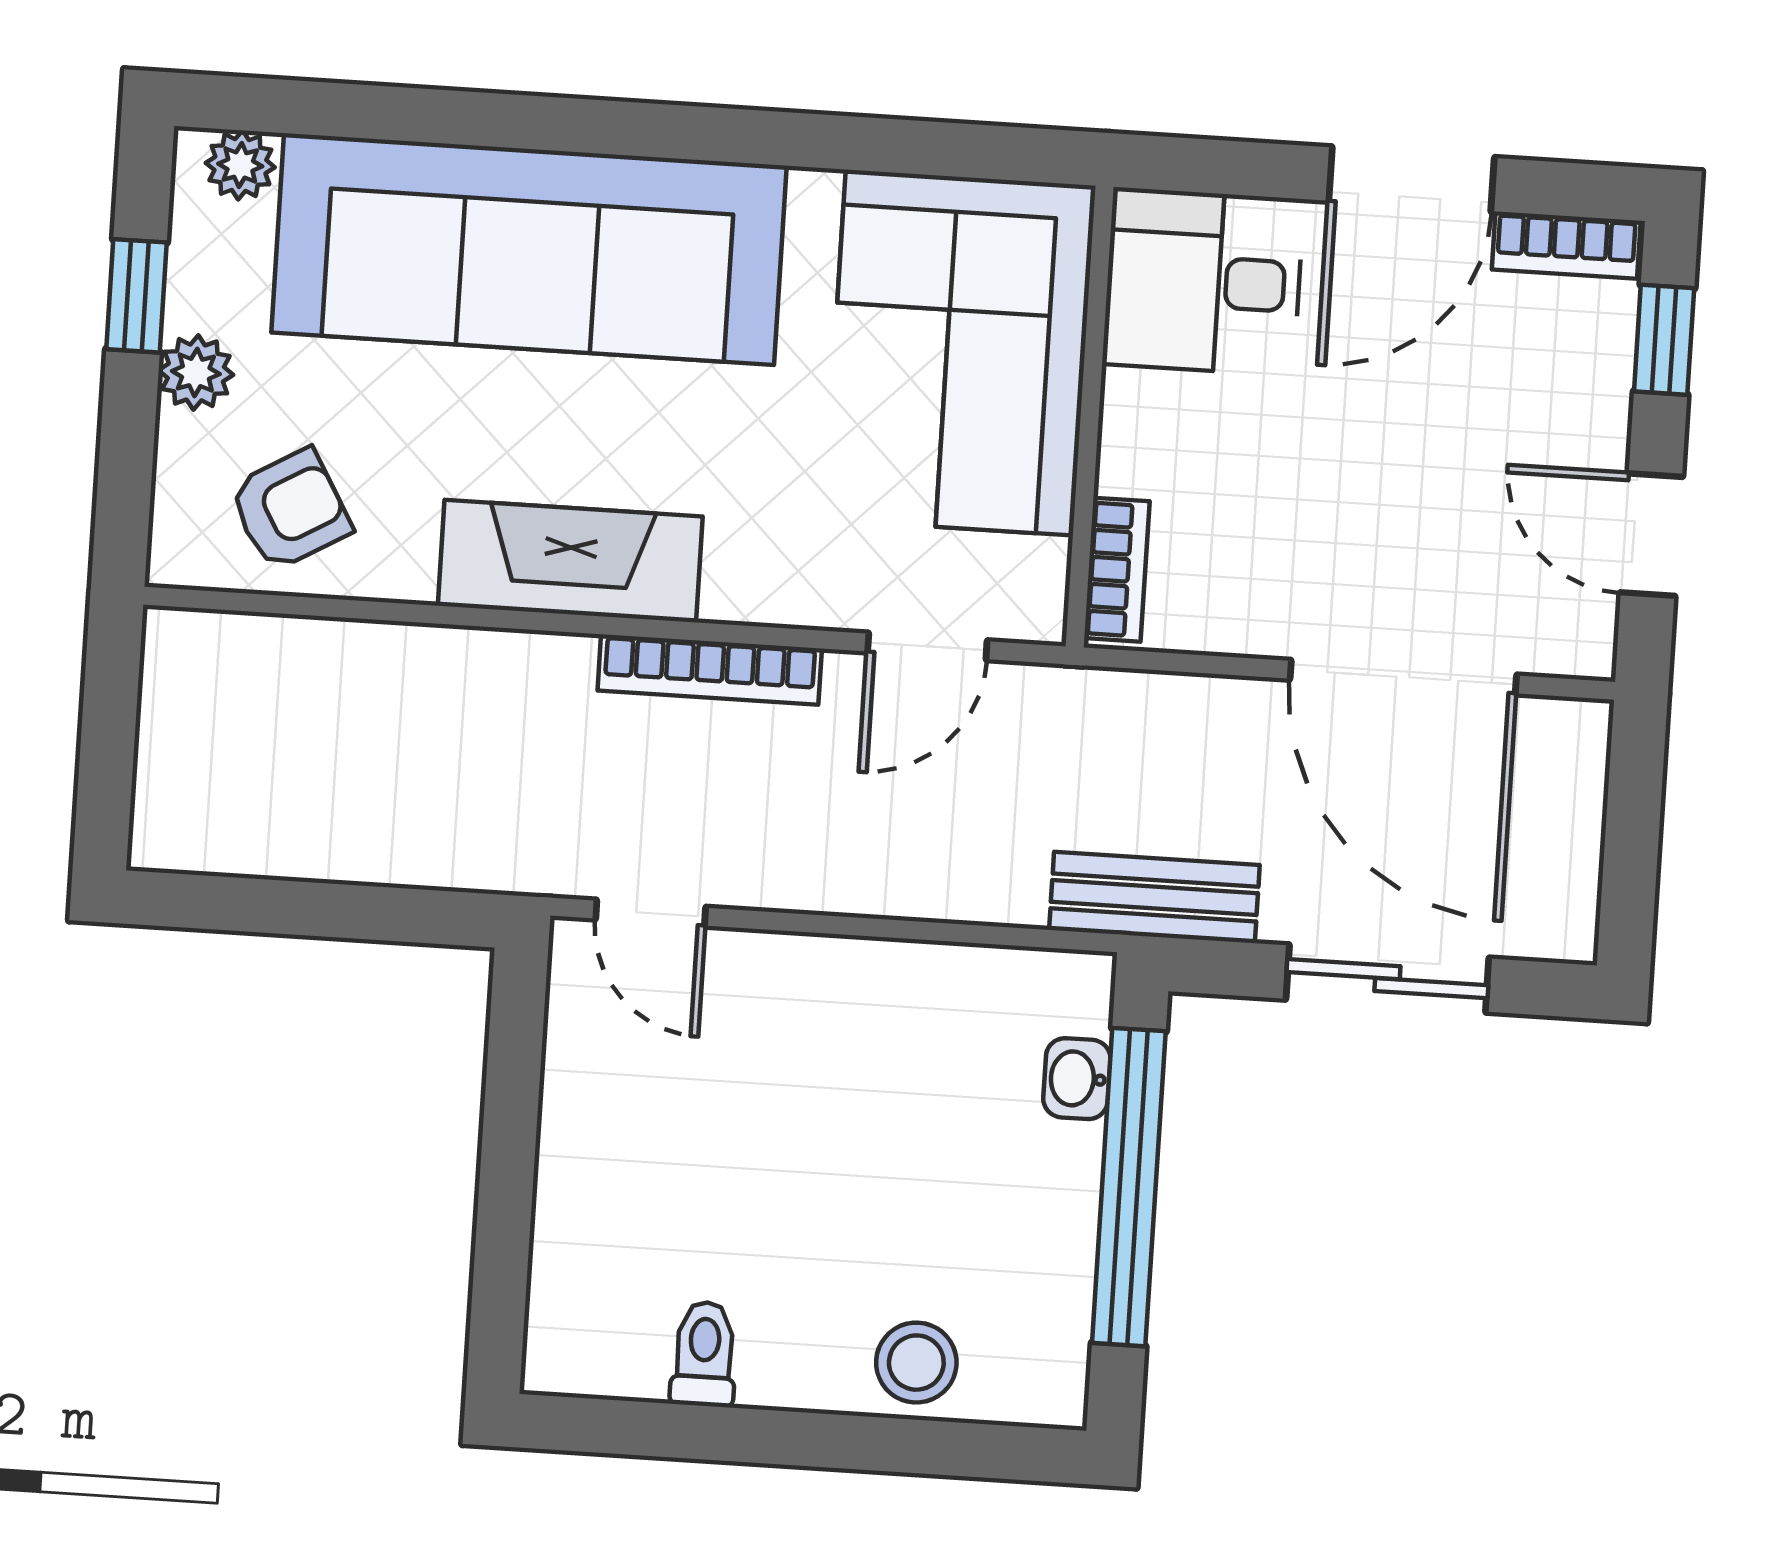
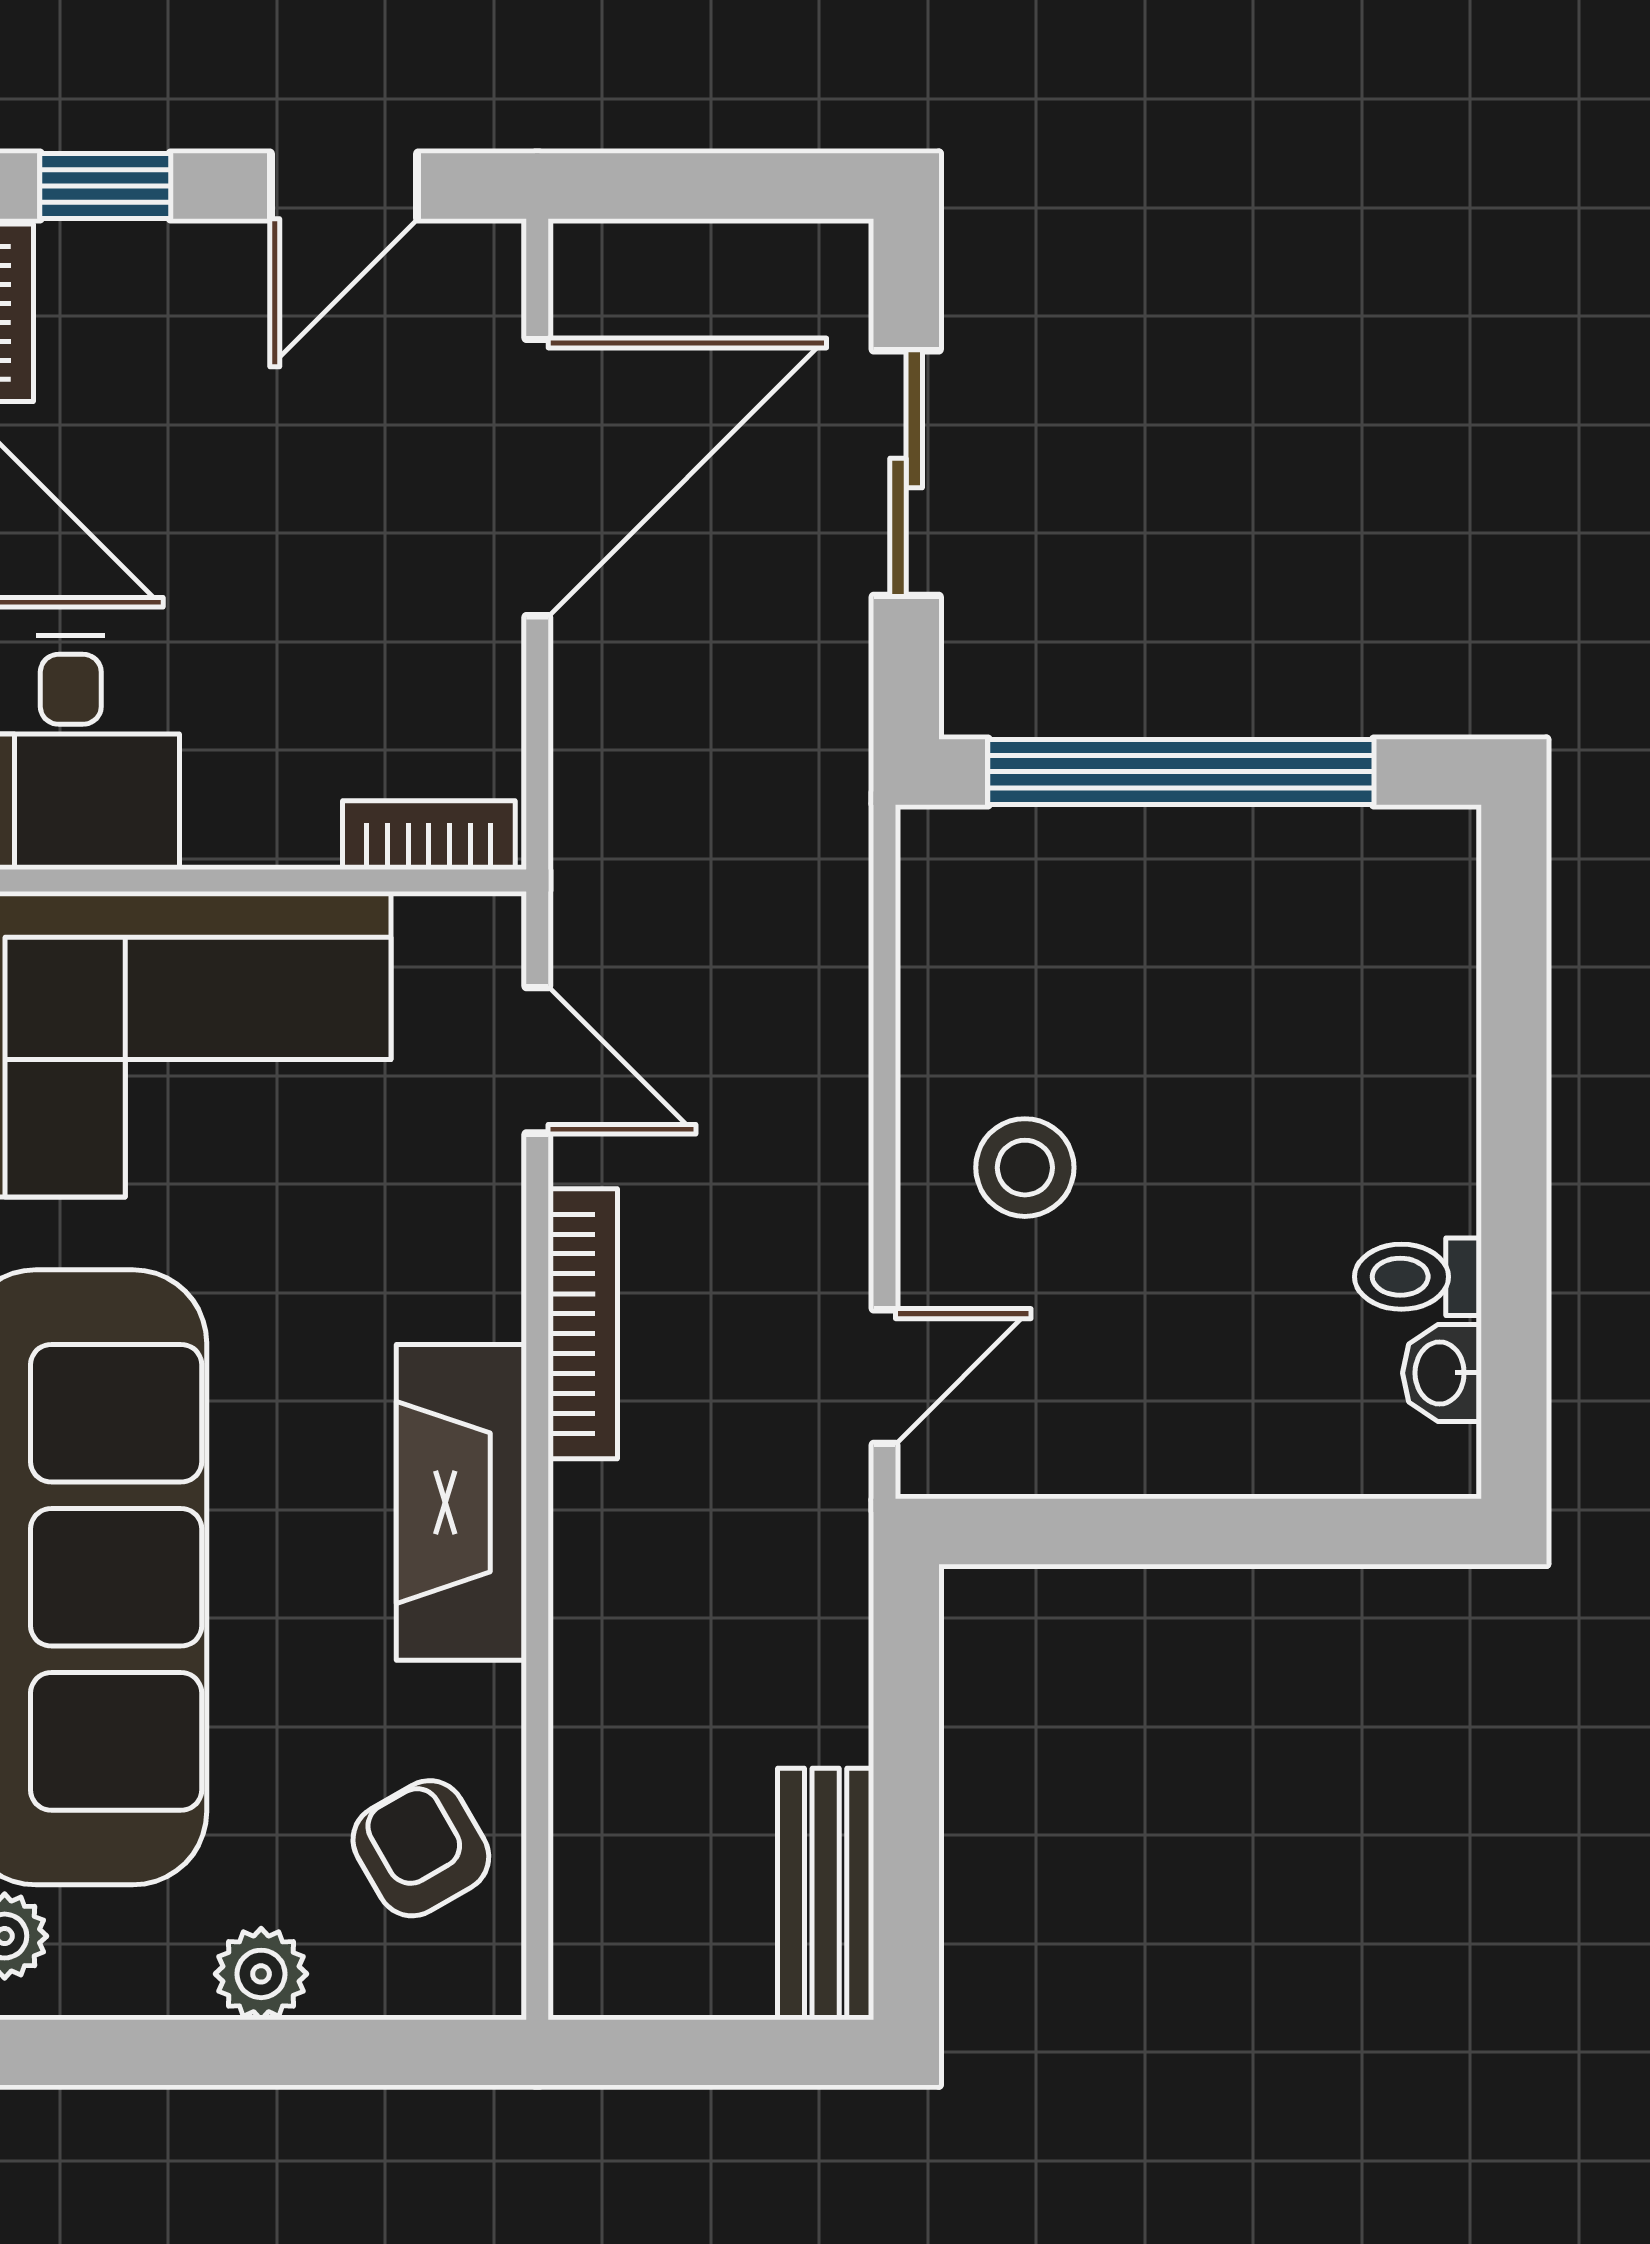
window: (136, 296) -> (172, 2052), removed
bench: (1154, 897) -> (826, 1894), moved
washbasin: (1077, 1079) -> (1442, 1373), moved, turned 90
stool: (916, 1363) -> (1025, 1168), moved

